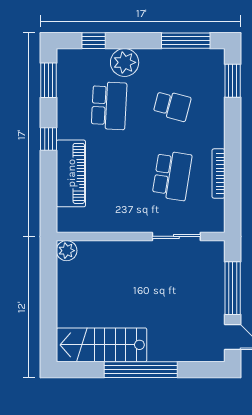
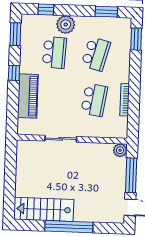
window: (186, 41) -> (106, 12), width x0.69
school desk: (172, 106) -> (96, 54), width x1.85
sliding door: (176, 236) -> (61, 139), moved
plant: (67, 251) -> (120, 150), moved

